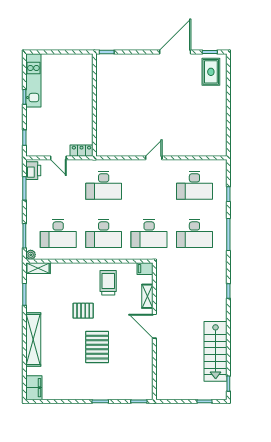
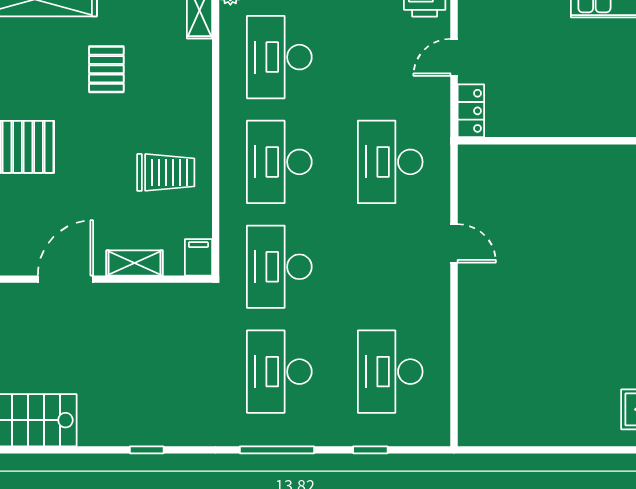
door: (154, 158) -> (454, 243), moved
pallet: (83, 311) -> (106, 69), moved

